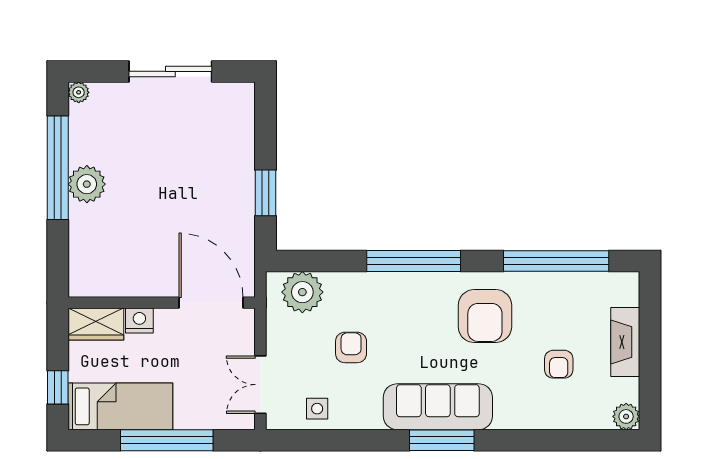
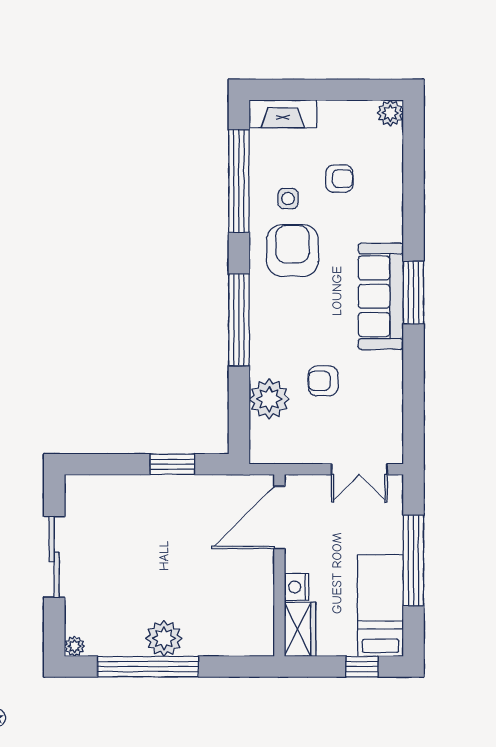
plant: (302, 292) -> (269, 399), moved
armchair: (485, 316) -> (292, 251), turned -90
fireplace: (625, 342) -> (283, 114), moved
side table: (317, 409) -> (288, 199), moved

